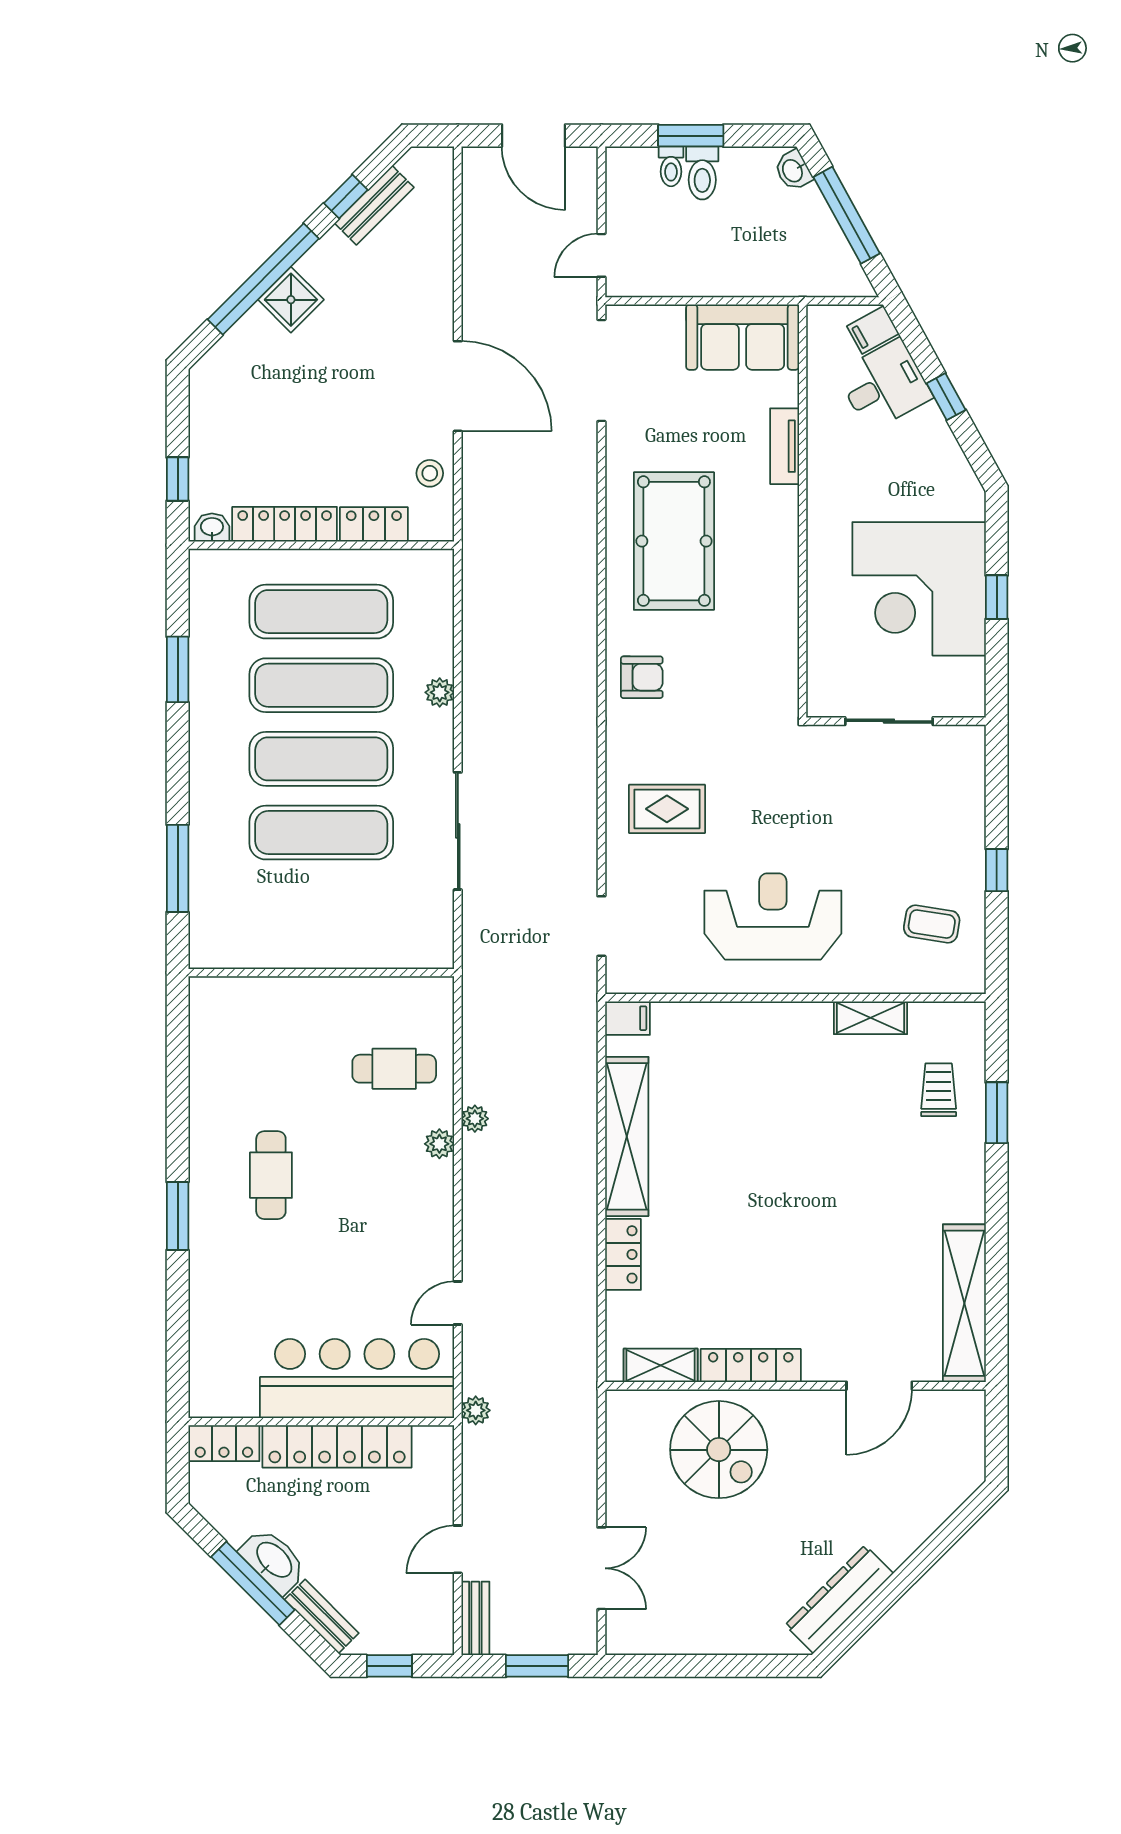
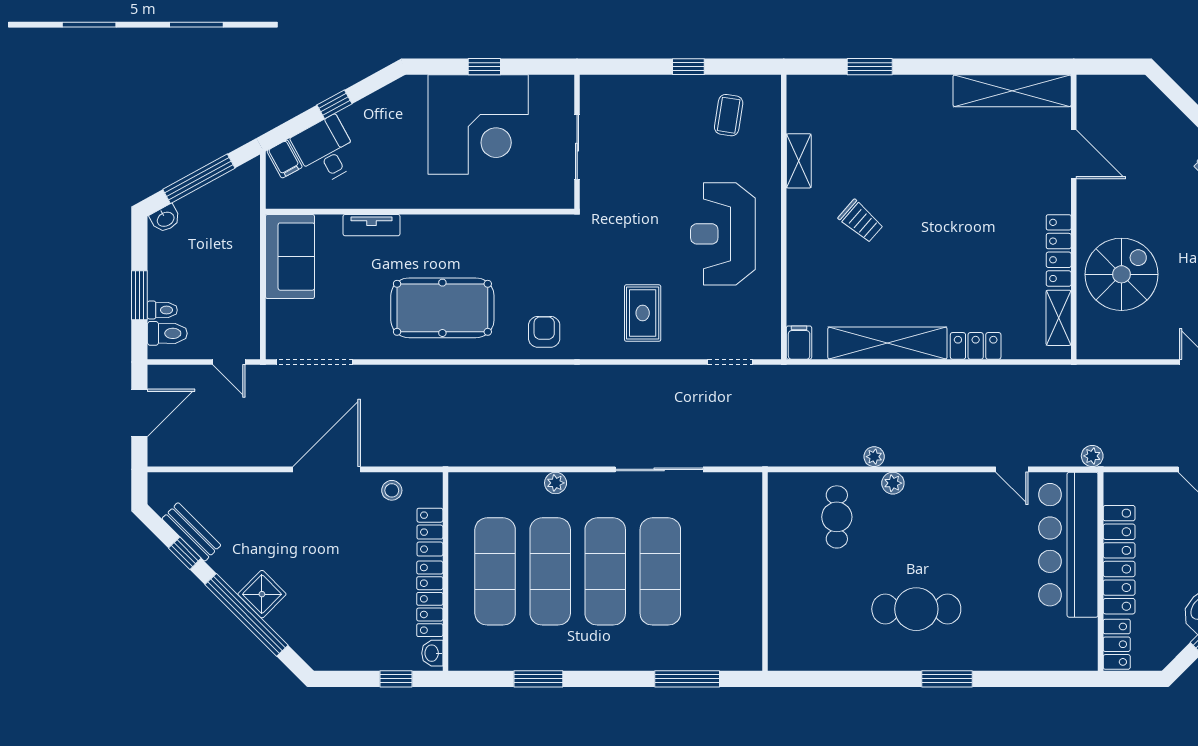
toilet: (702, 173) -> (167, 333), moved
trolley: (939, 1090) -> (861, 221), moved, turned -139
cafe table: (271, 1175) -> (916, 609), width x1.37, depth x1.35

